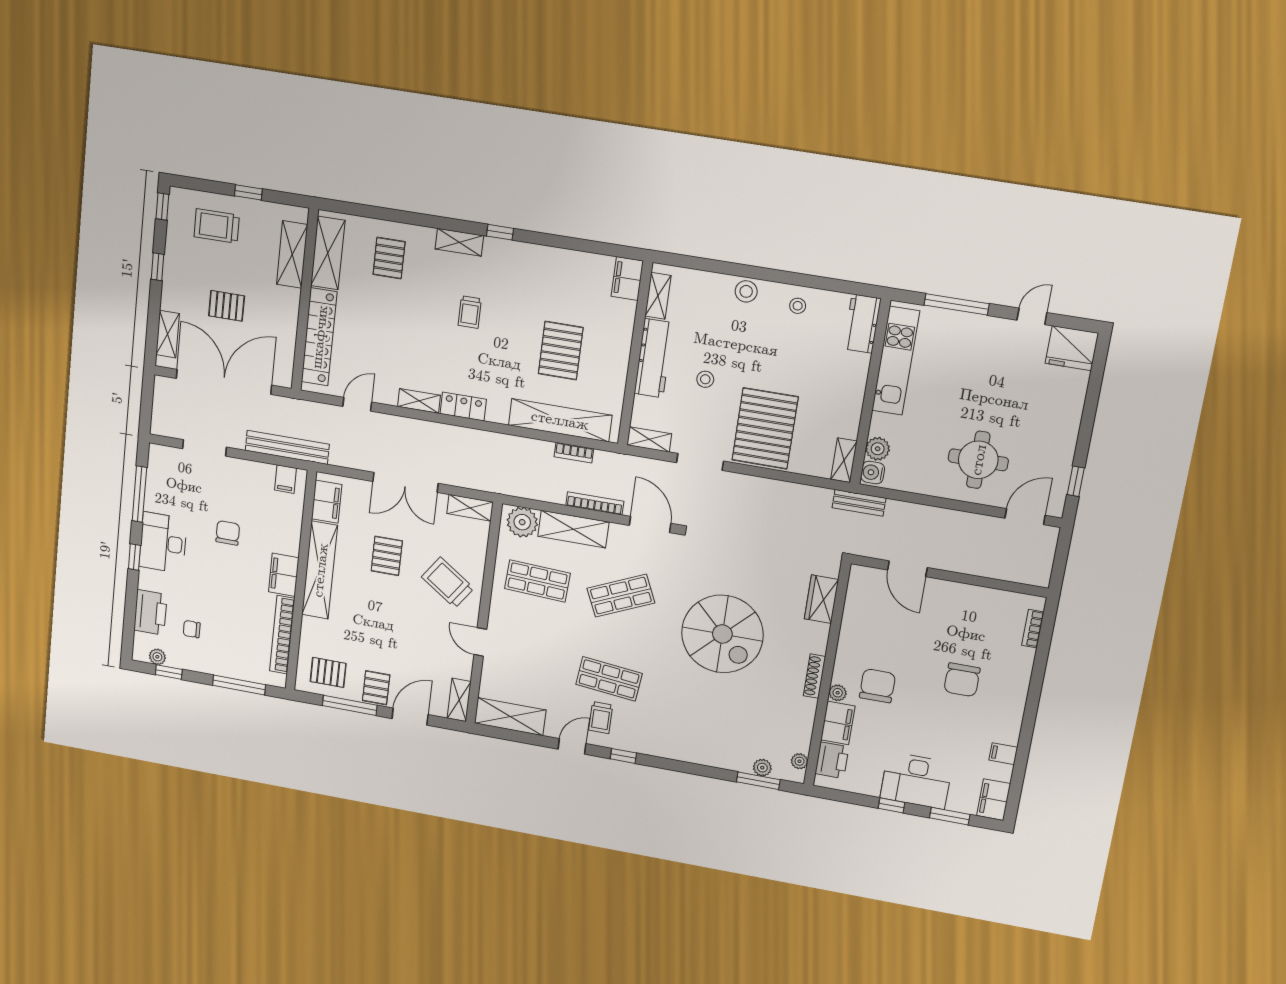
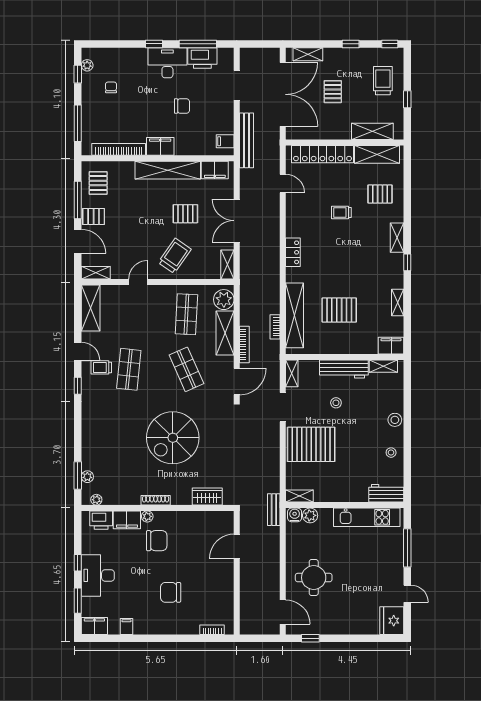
trolley: (470, 312) -> (341, 213), moved
shelving: (419, 401) -> (398, 302), moved
printer: (150, 612) -> (202, 58), moved

